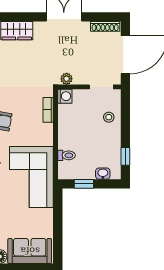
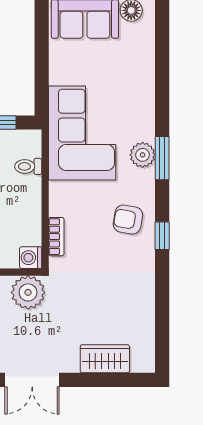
plant: (67, 79) -> (28, 292), width x1.88, depth x1.88

